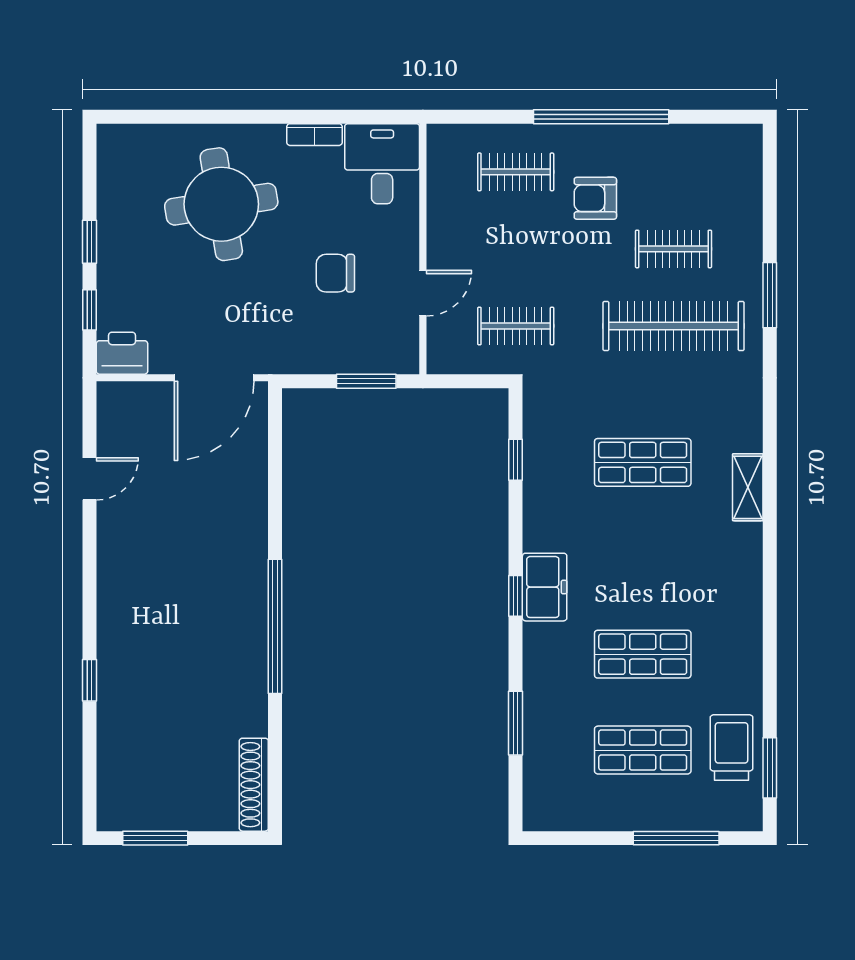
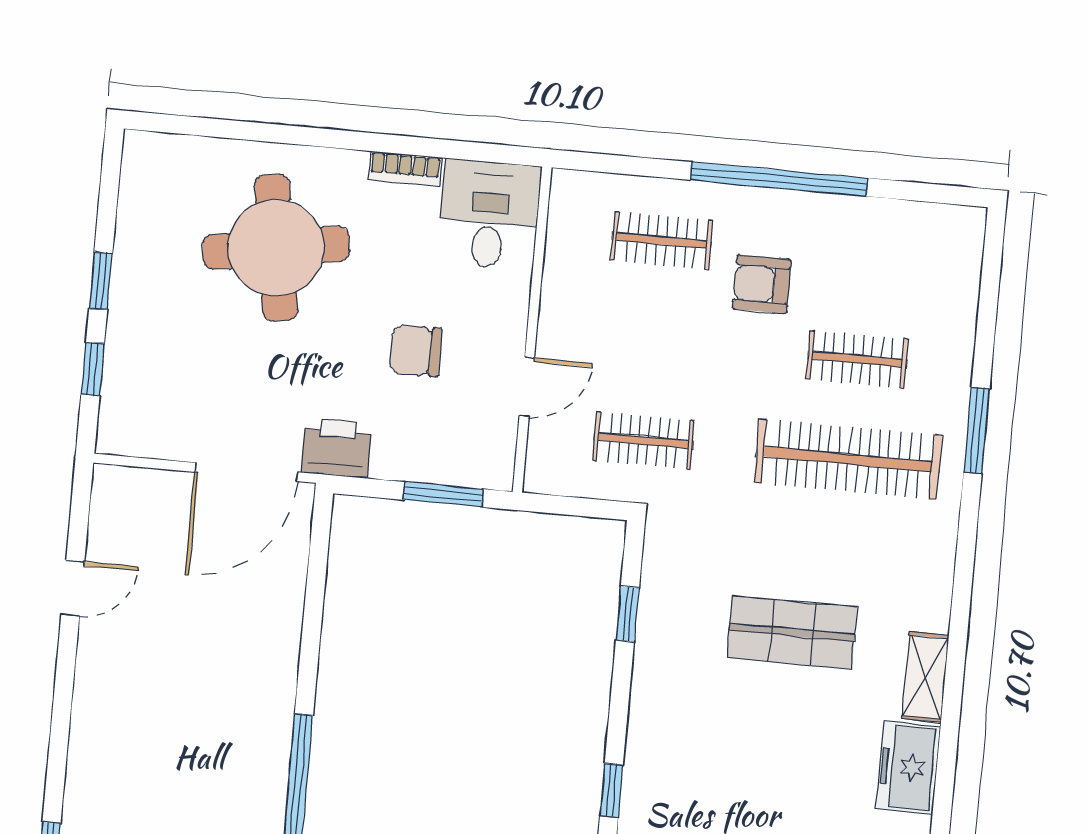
printer: (122, 353) -> (337, 448), moved
freezer: (545, 587) -> (908, 768), moved, turned 180

